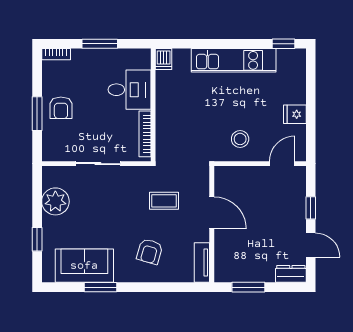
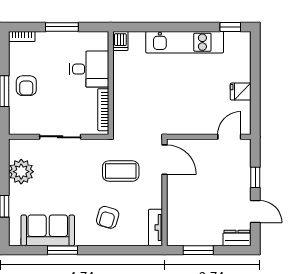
stool: (240, 139) -> (191, 114), removed
coffee table: (164, 201) -> (121, 171), width x1.36, depth x1.30
door: (212, 213) -> (165, 160), moved

